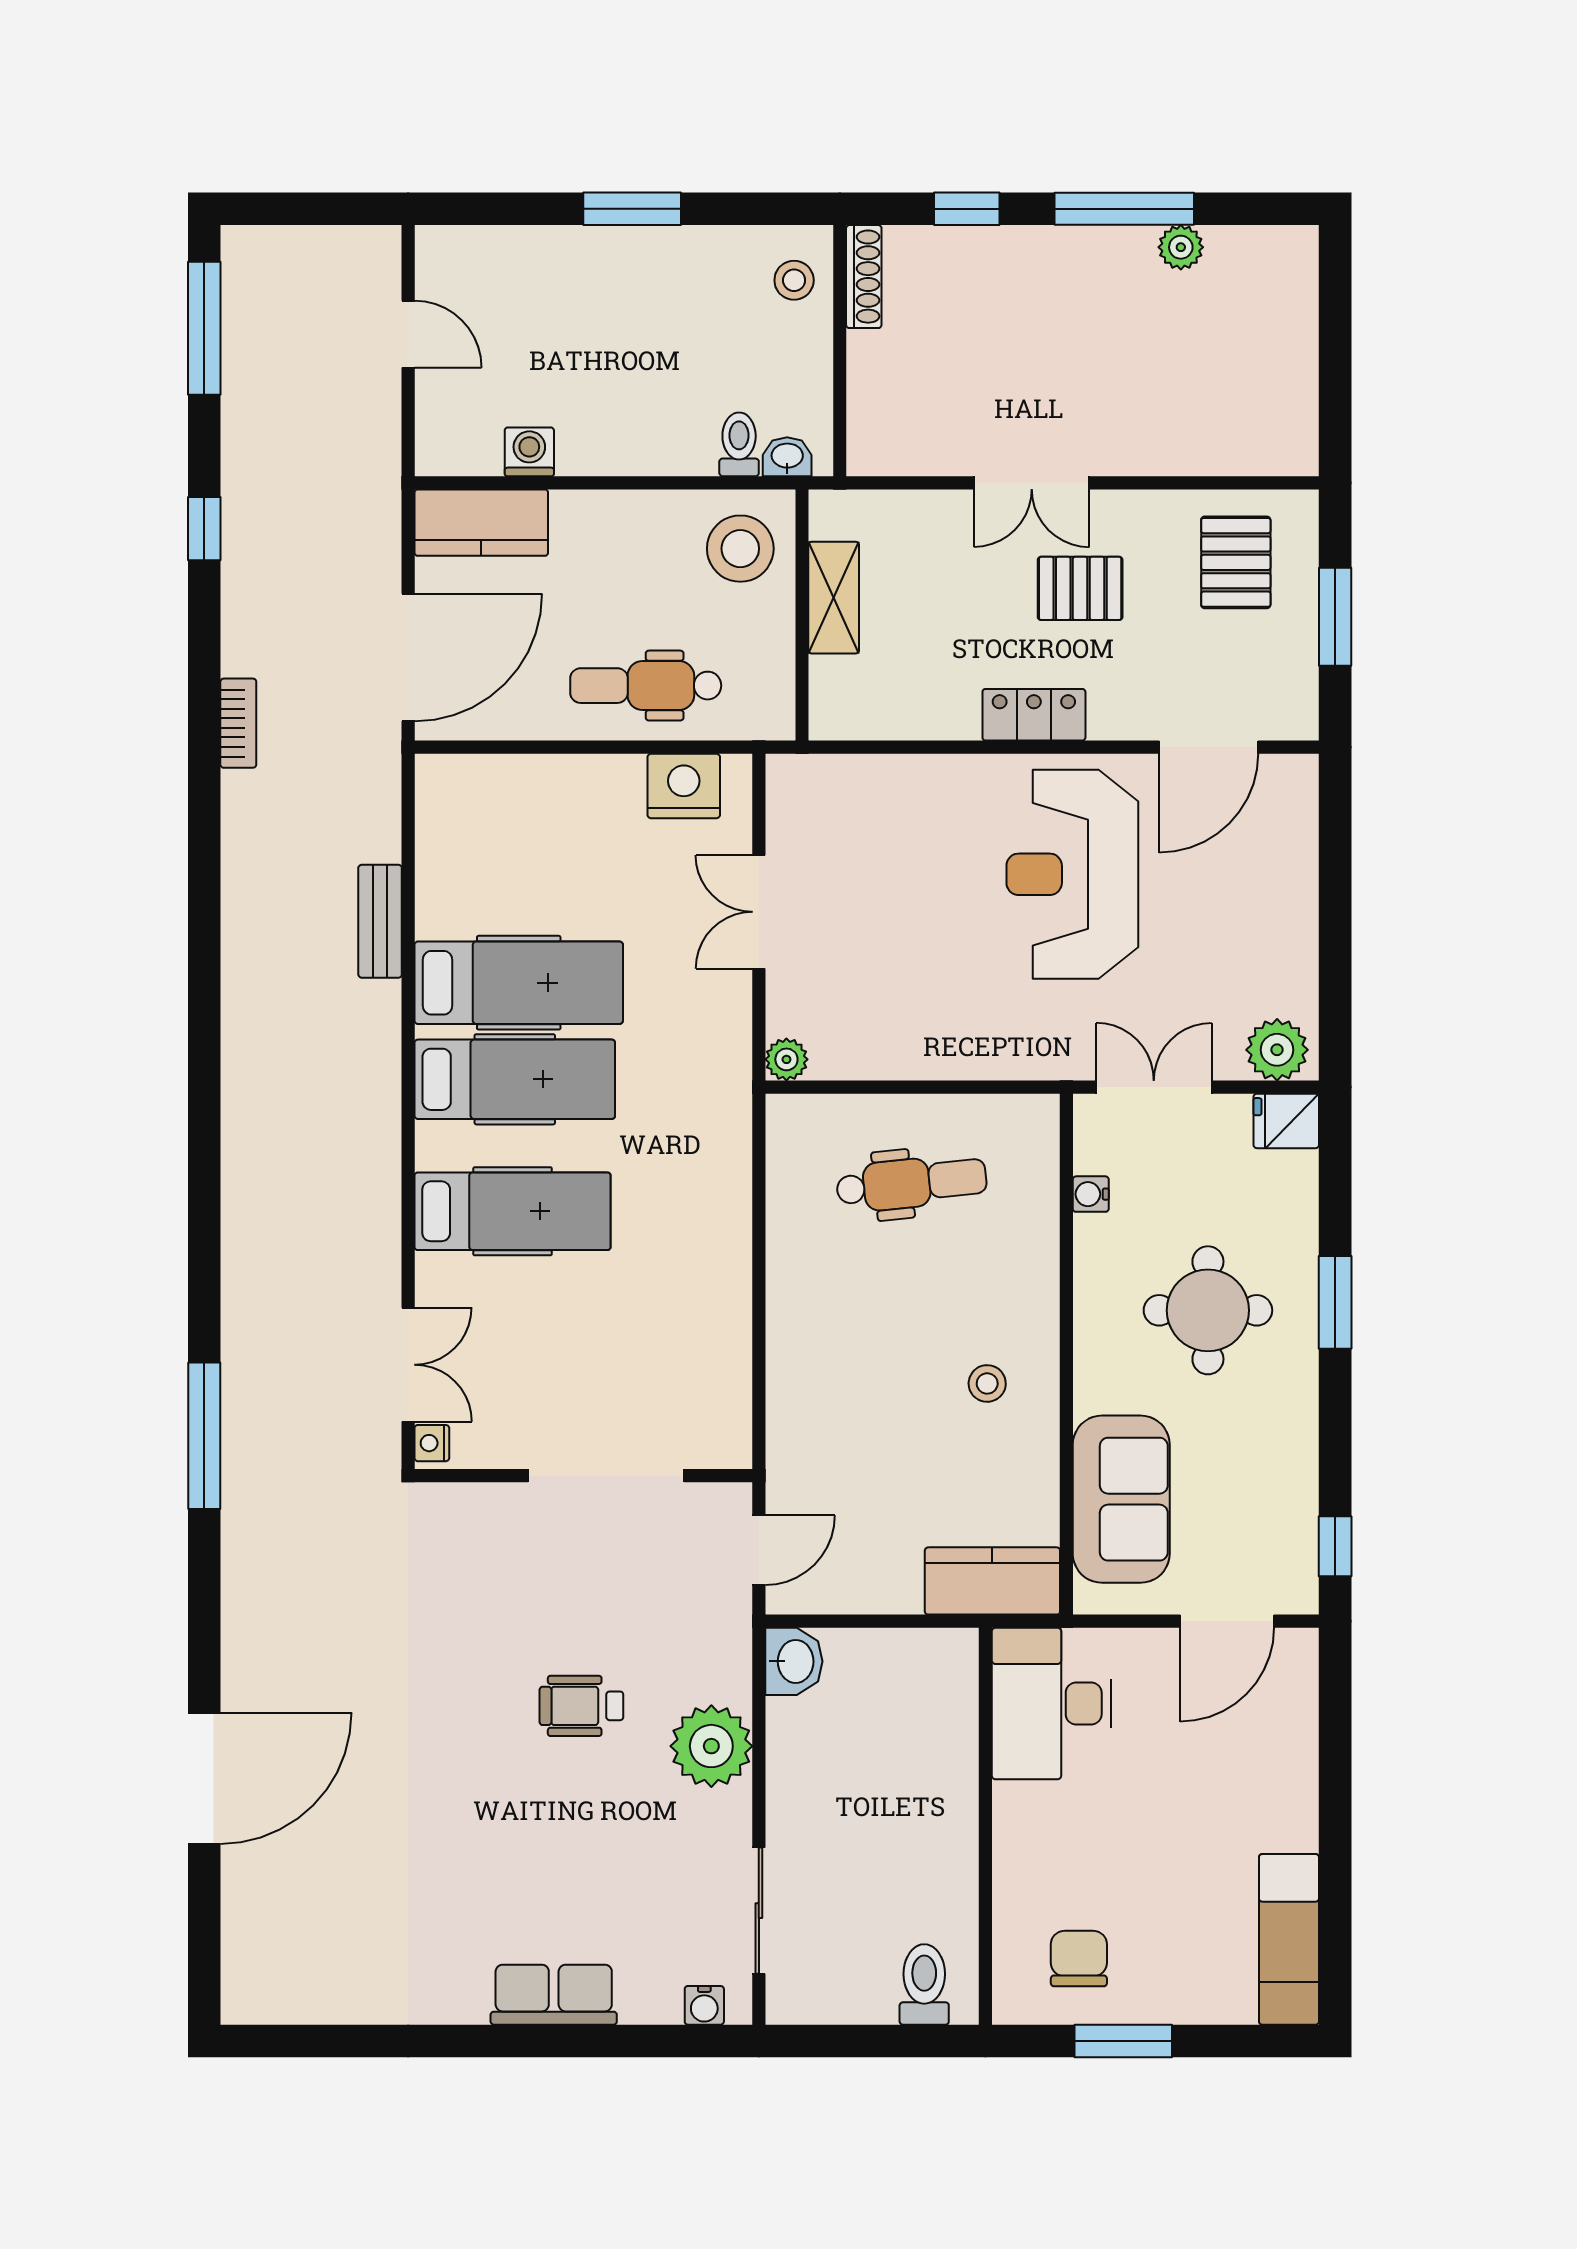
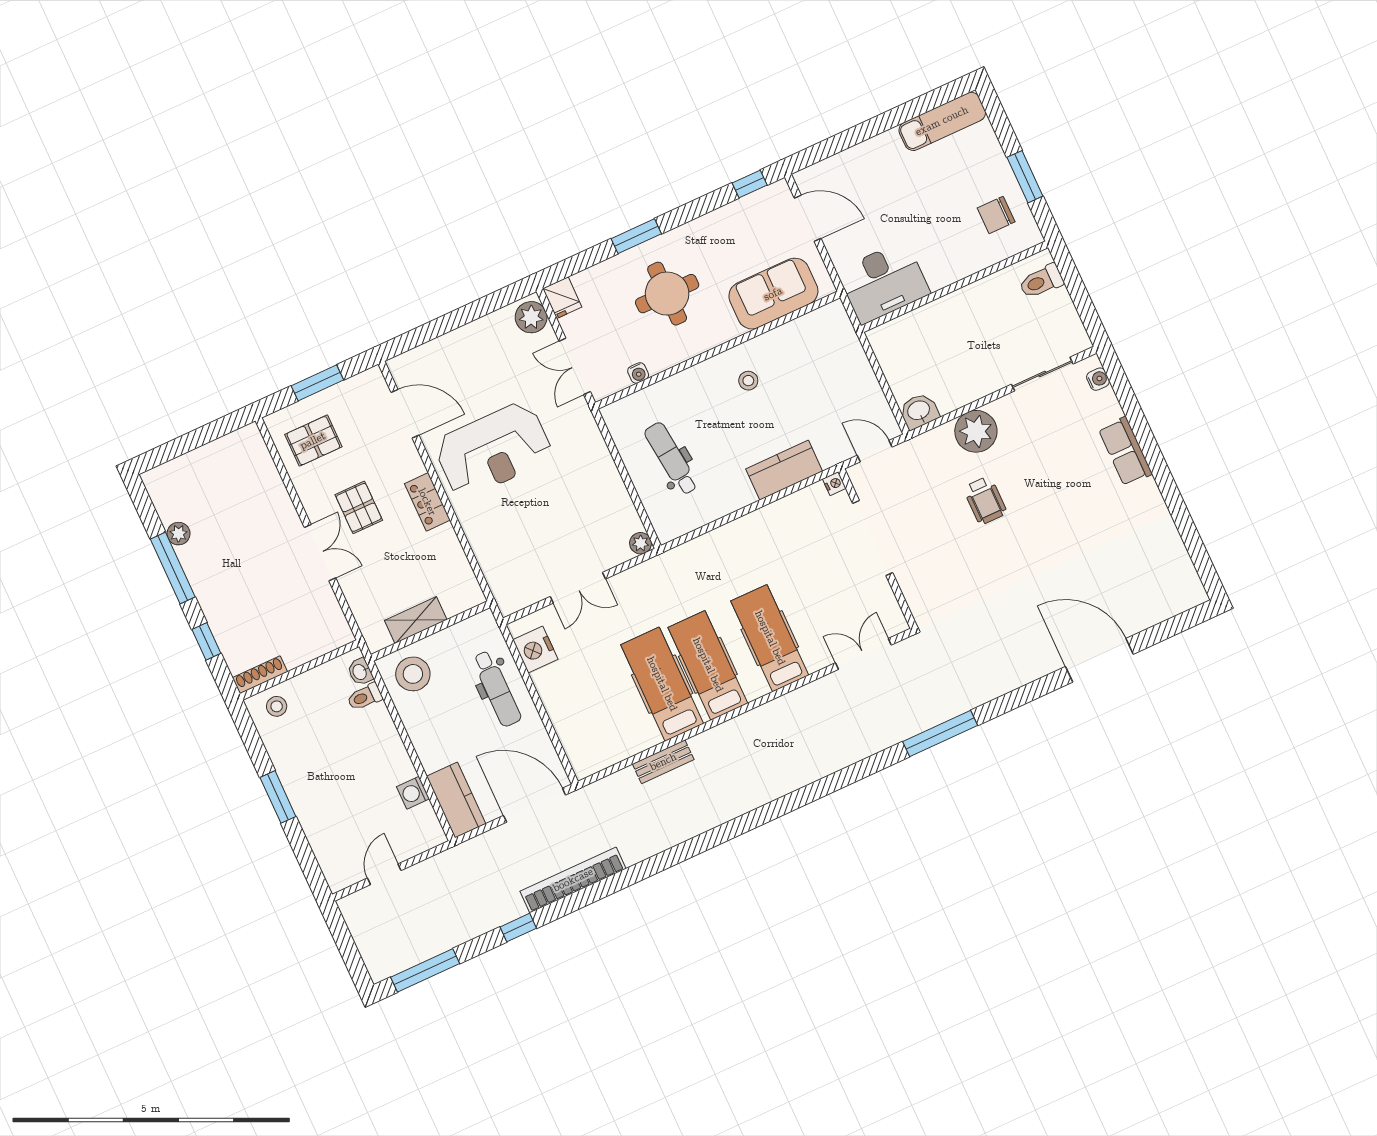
bookcase: (238, 723) -> (573, 880), width x2.31, depth x1.31
nightstand: (432, 1443) -> (834, 484), moved, turned -90
kitchen counter: (992, 1581) -> (784, 470), moved, turned 90

